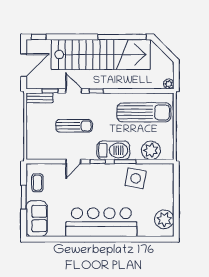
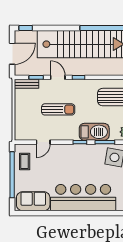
door: (73, 162) -> (43, 142), moved
window: (24, 197) -> (12, 175), width x2.11
sofa: (37, 219) -> (33, 201), moved, turned -90

